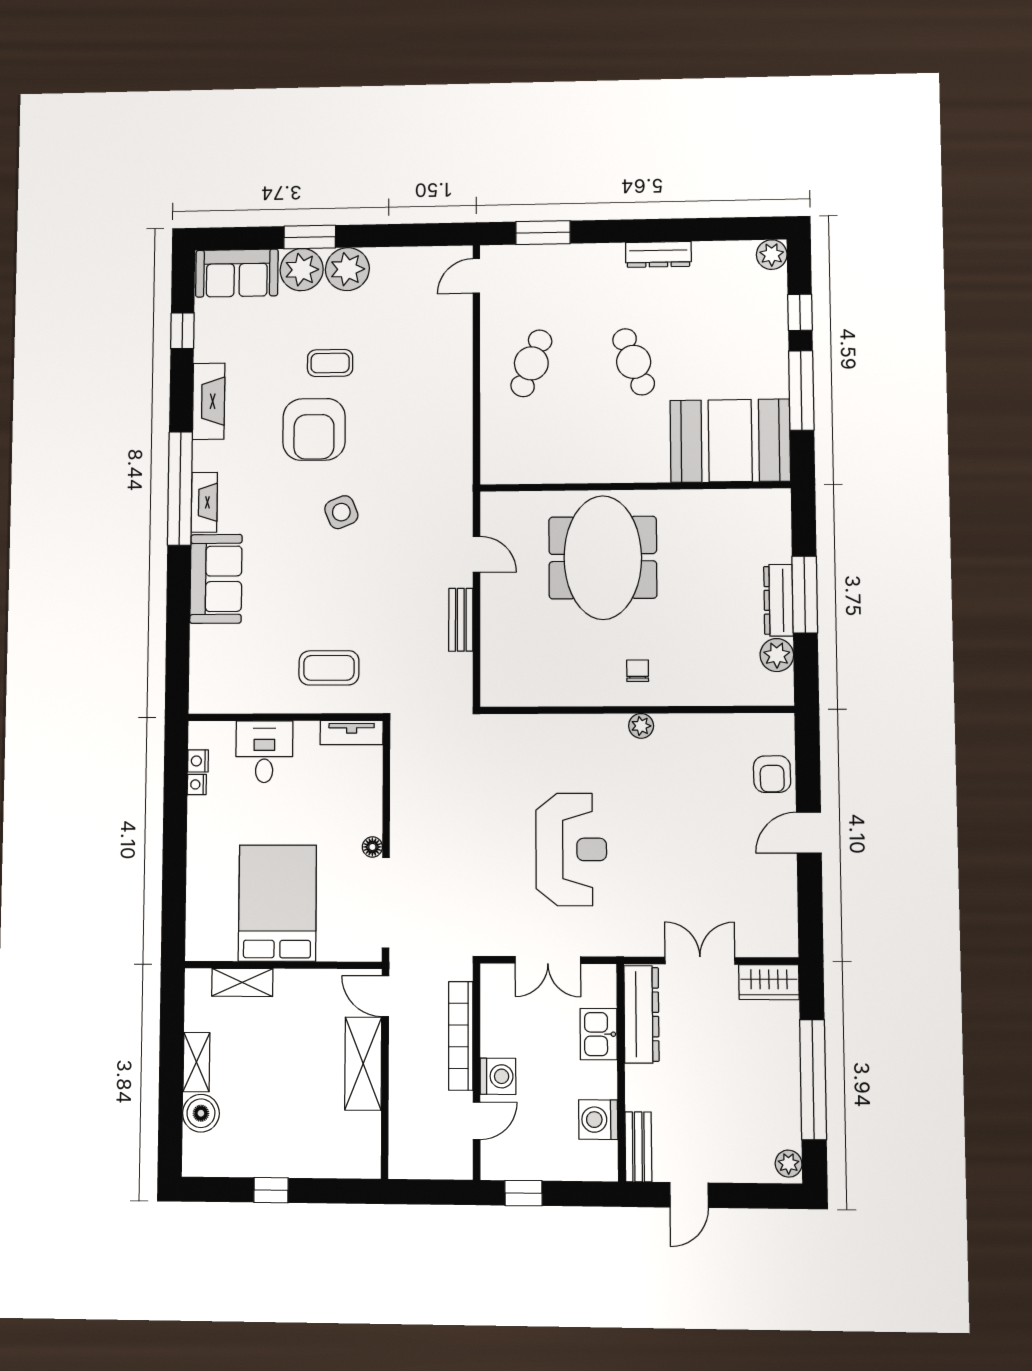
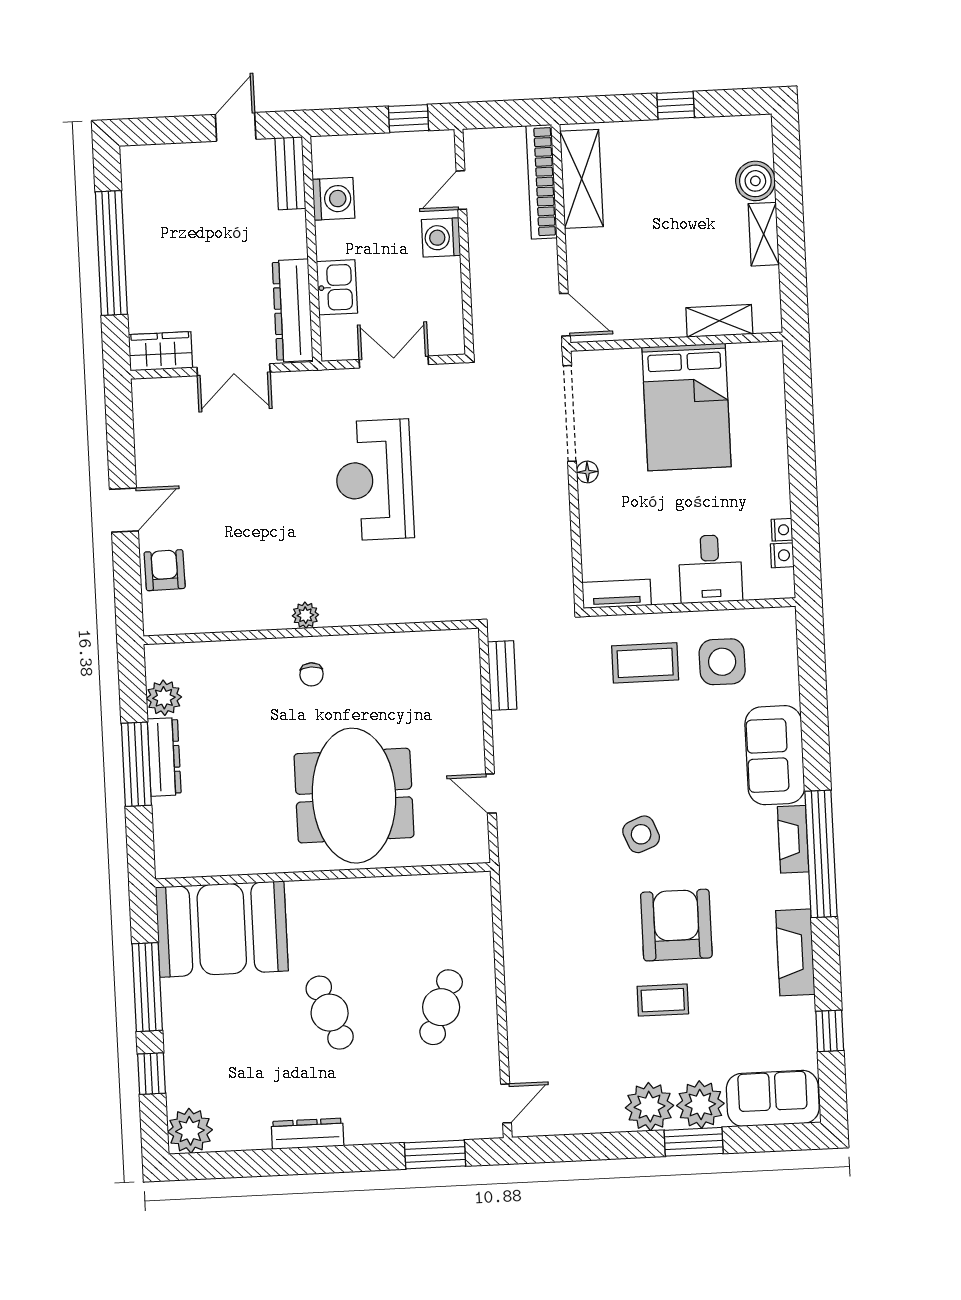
plant: (772, 255) -> (190, 1131), width x1.36, depth x1.36
bench: (461, 620) -> (502, 675), moved
side table: (259, 666) -> (722, 662), added
bookcase: (461, 1036) -> (542, 182), moved, turned 180
shelving: (363, 1064) -> (582, 179), moved
plant: (789, 1164) -> (134, 165), removed

